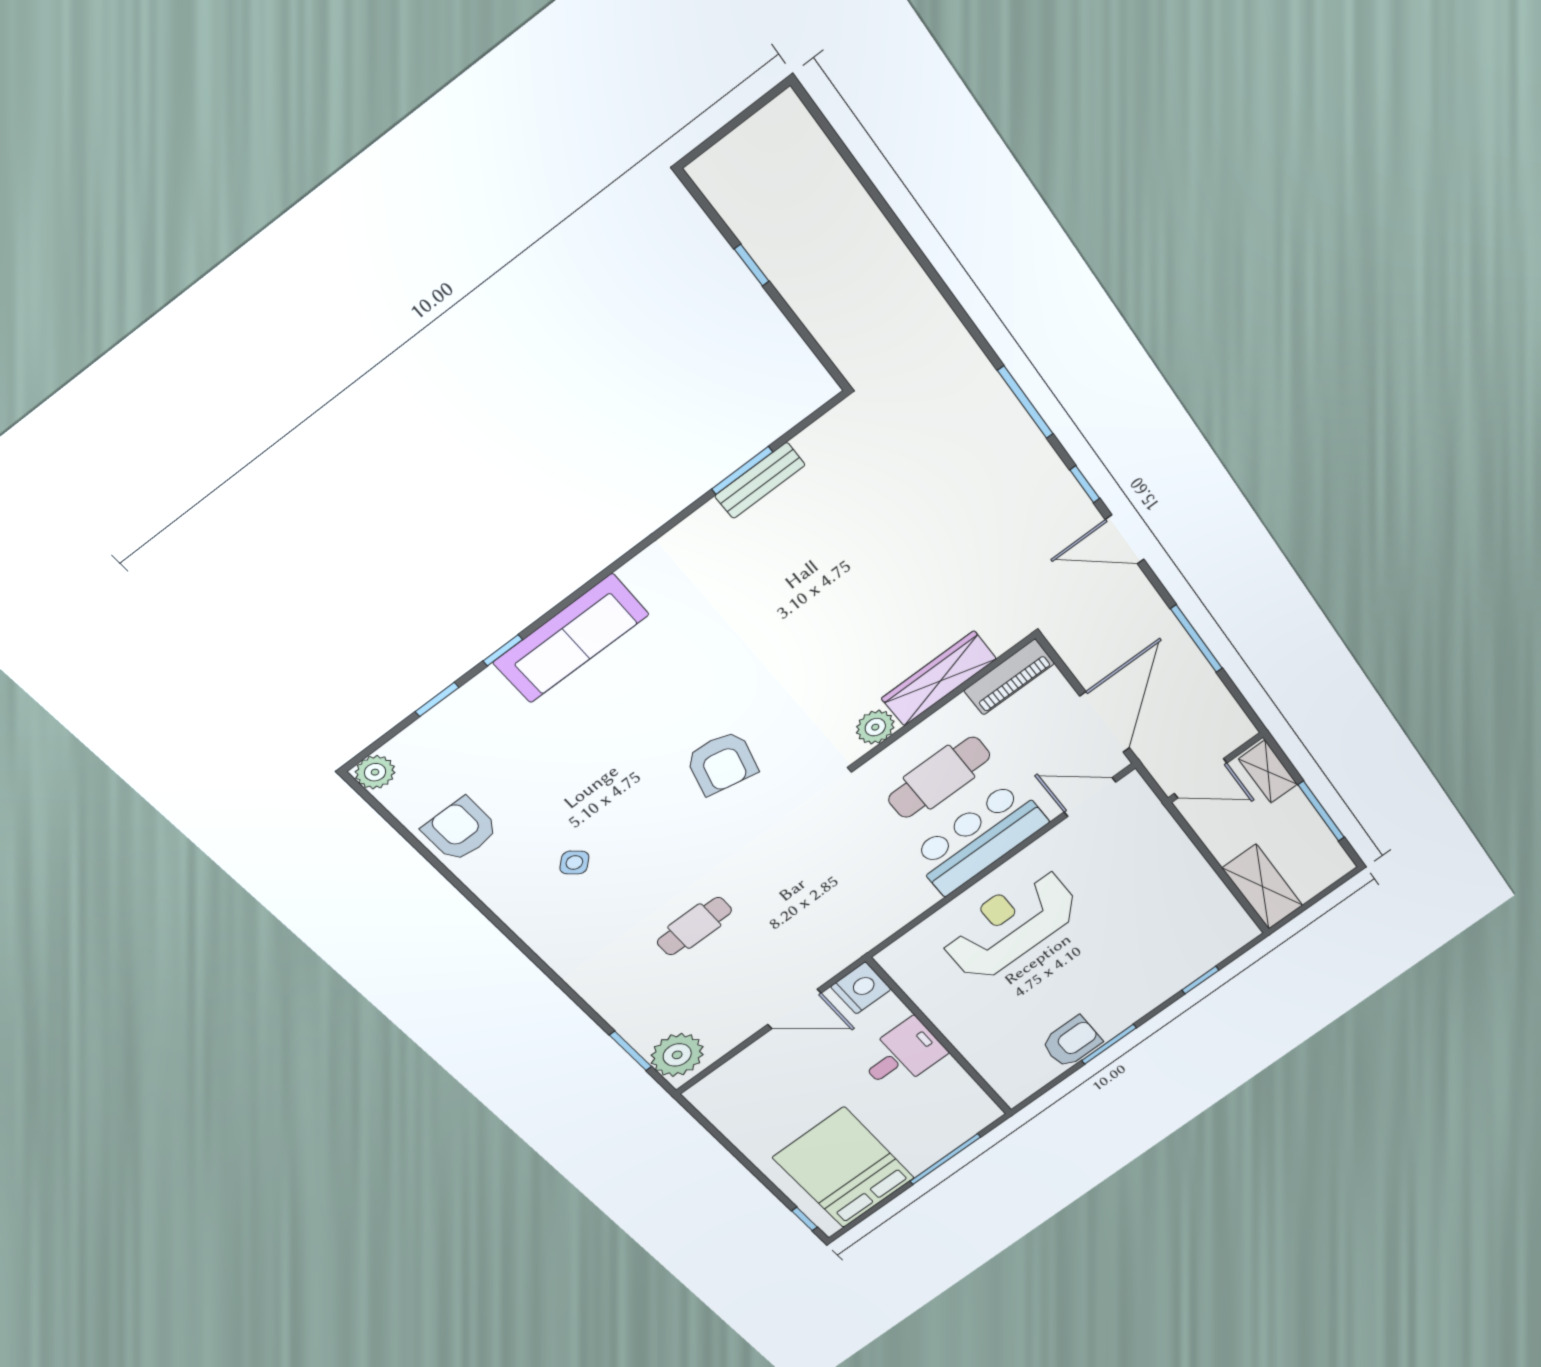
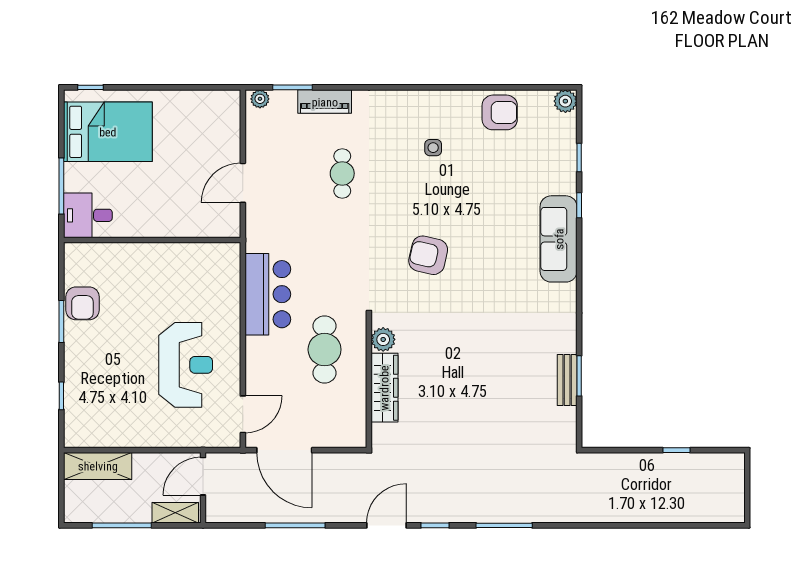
piano: (1009, 677) -> (325, 102), moved, turned -90
bar counter: (979, 838) -> (268, 294), moved
side table: (574, 863) -> (433, 148), turned 45
reception desk: (1010, 924) -> (186, 365), moved
nightstand: (861, 988) -> (225, 224), removed
plant: (677, 1055) -> (260, 99), width x0.53, depth x0.53
desk: (902, 1055) -> (88, 215), moved, turned 90

